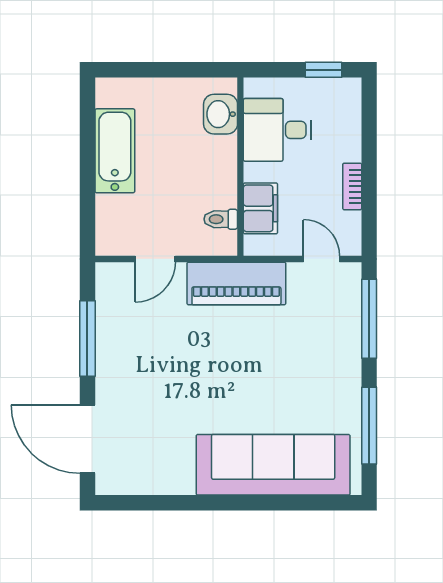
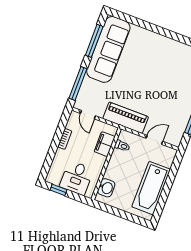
desk: (277, 130) -> (77, 178), moved, turned 90
bathtub: (115, 151) -> (151, 188), width x1.36, depth x1.36
sofa: (273, 465) -> (108, 49), moved, turned -90

